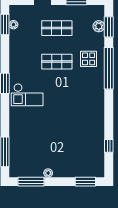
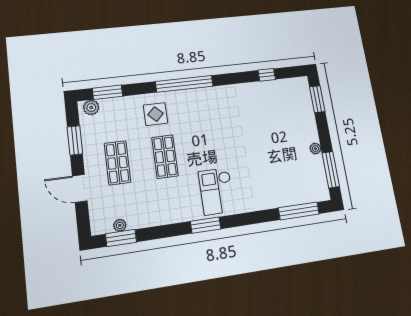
plant: (99, 26) -> (91, 107), moved
window: (109, 68) -> (184, 84), moved
checkout: (27, 95) -> (217, 191), turned 180

